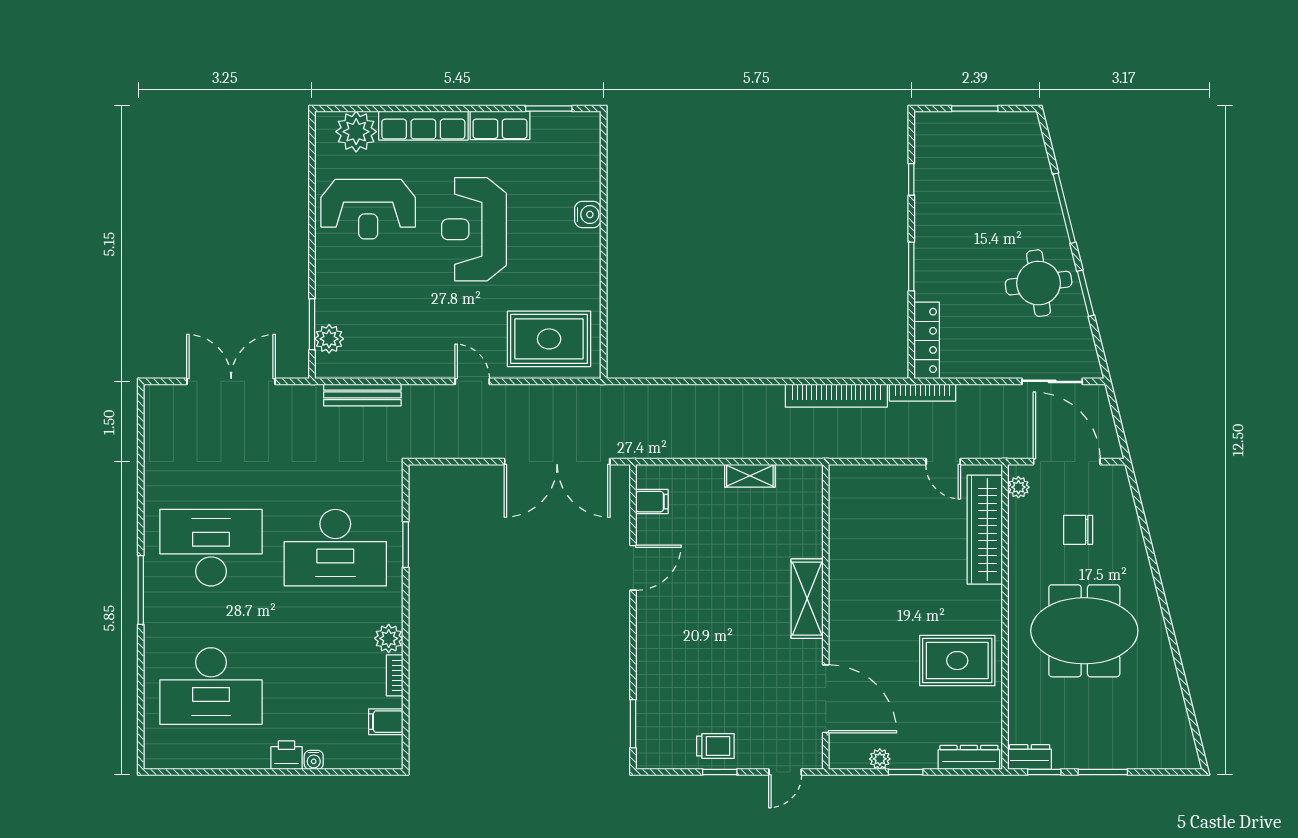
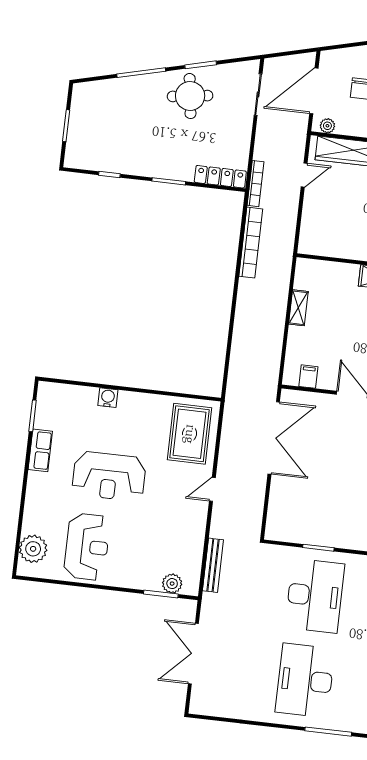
row of seats: (423, 126) -> (34, 503), removed

